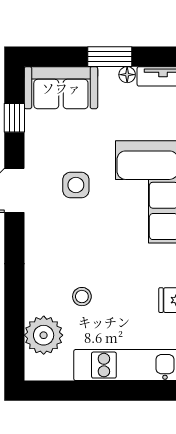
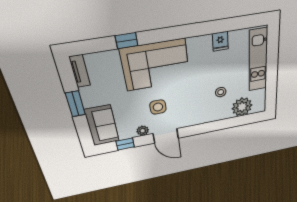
floor lamp: (127, 75) -> (84, 92), removed
plant: (35, 152) -> (143, 131), added

